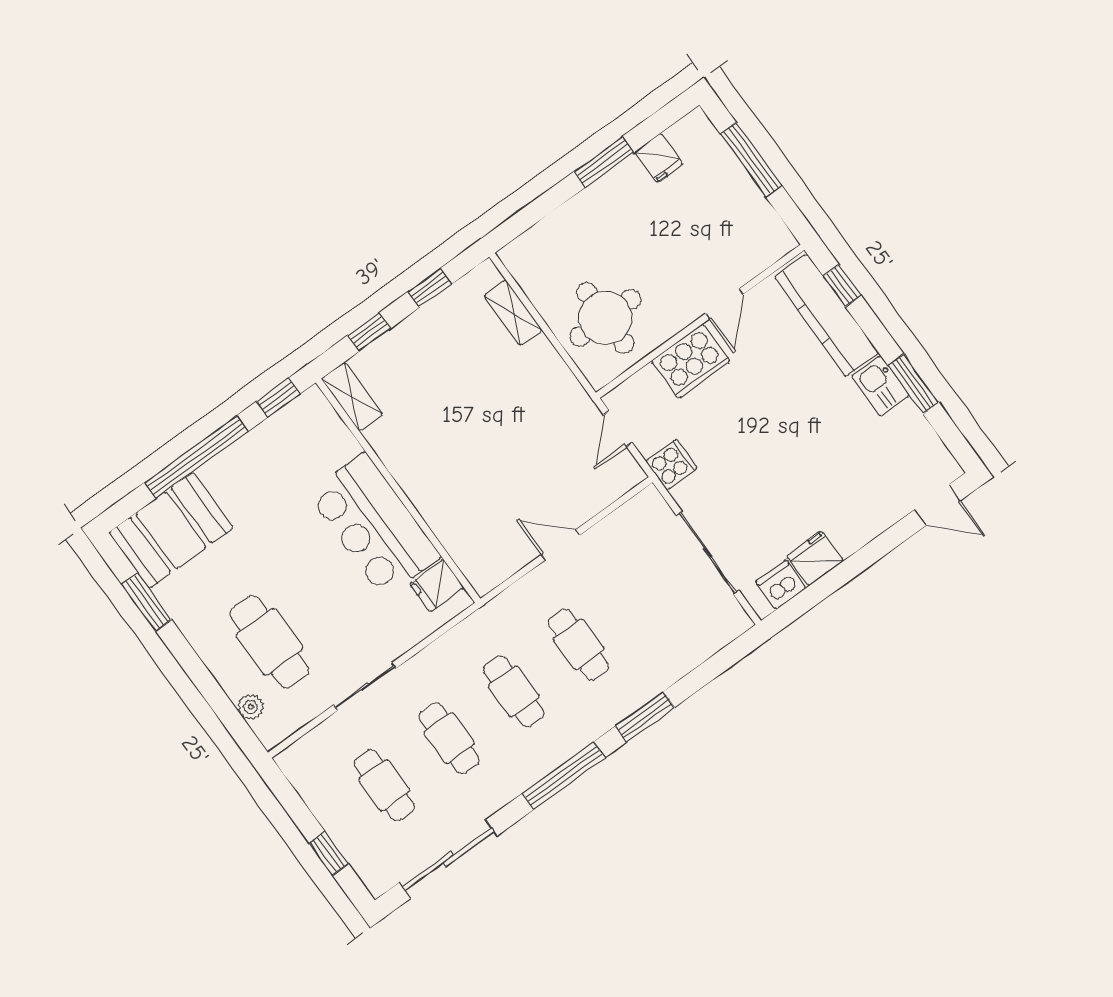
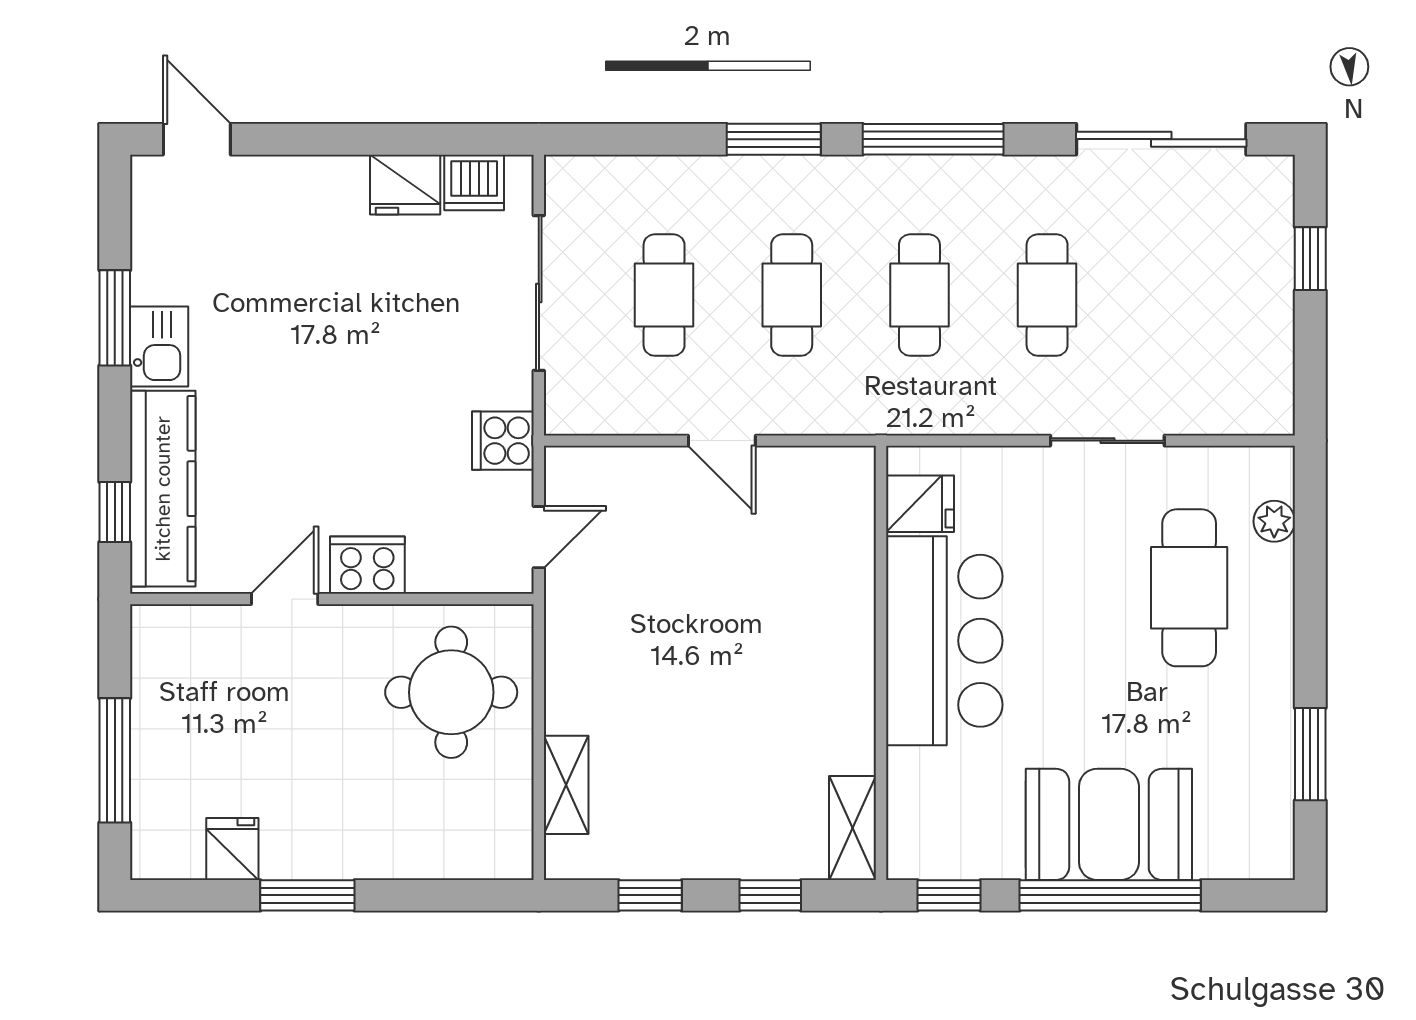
cooker: (691, 361) -> (367, 565), width x0.73, depth x0.76
booth: (171, 530) -> (1109, 824), moved
cafe table: (384, 785) -> (664, 295), moved

